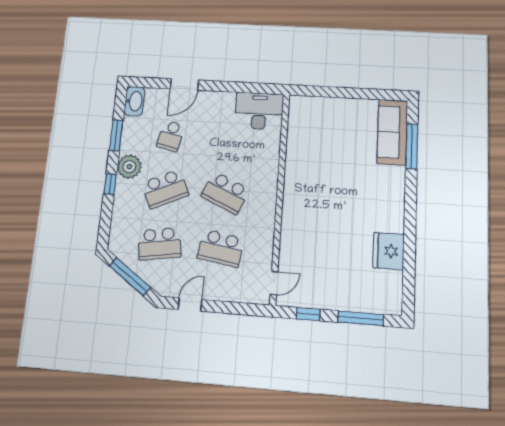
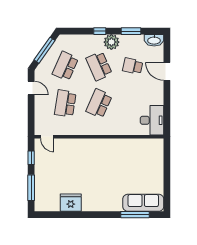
school desk: (159, 244) -> (65, 66), turned 33

